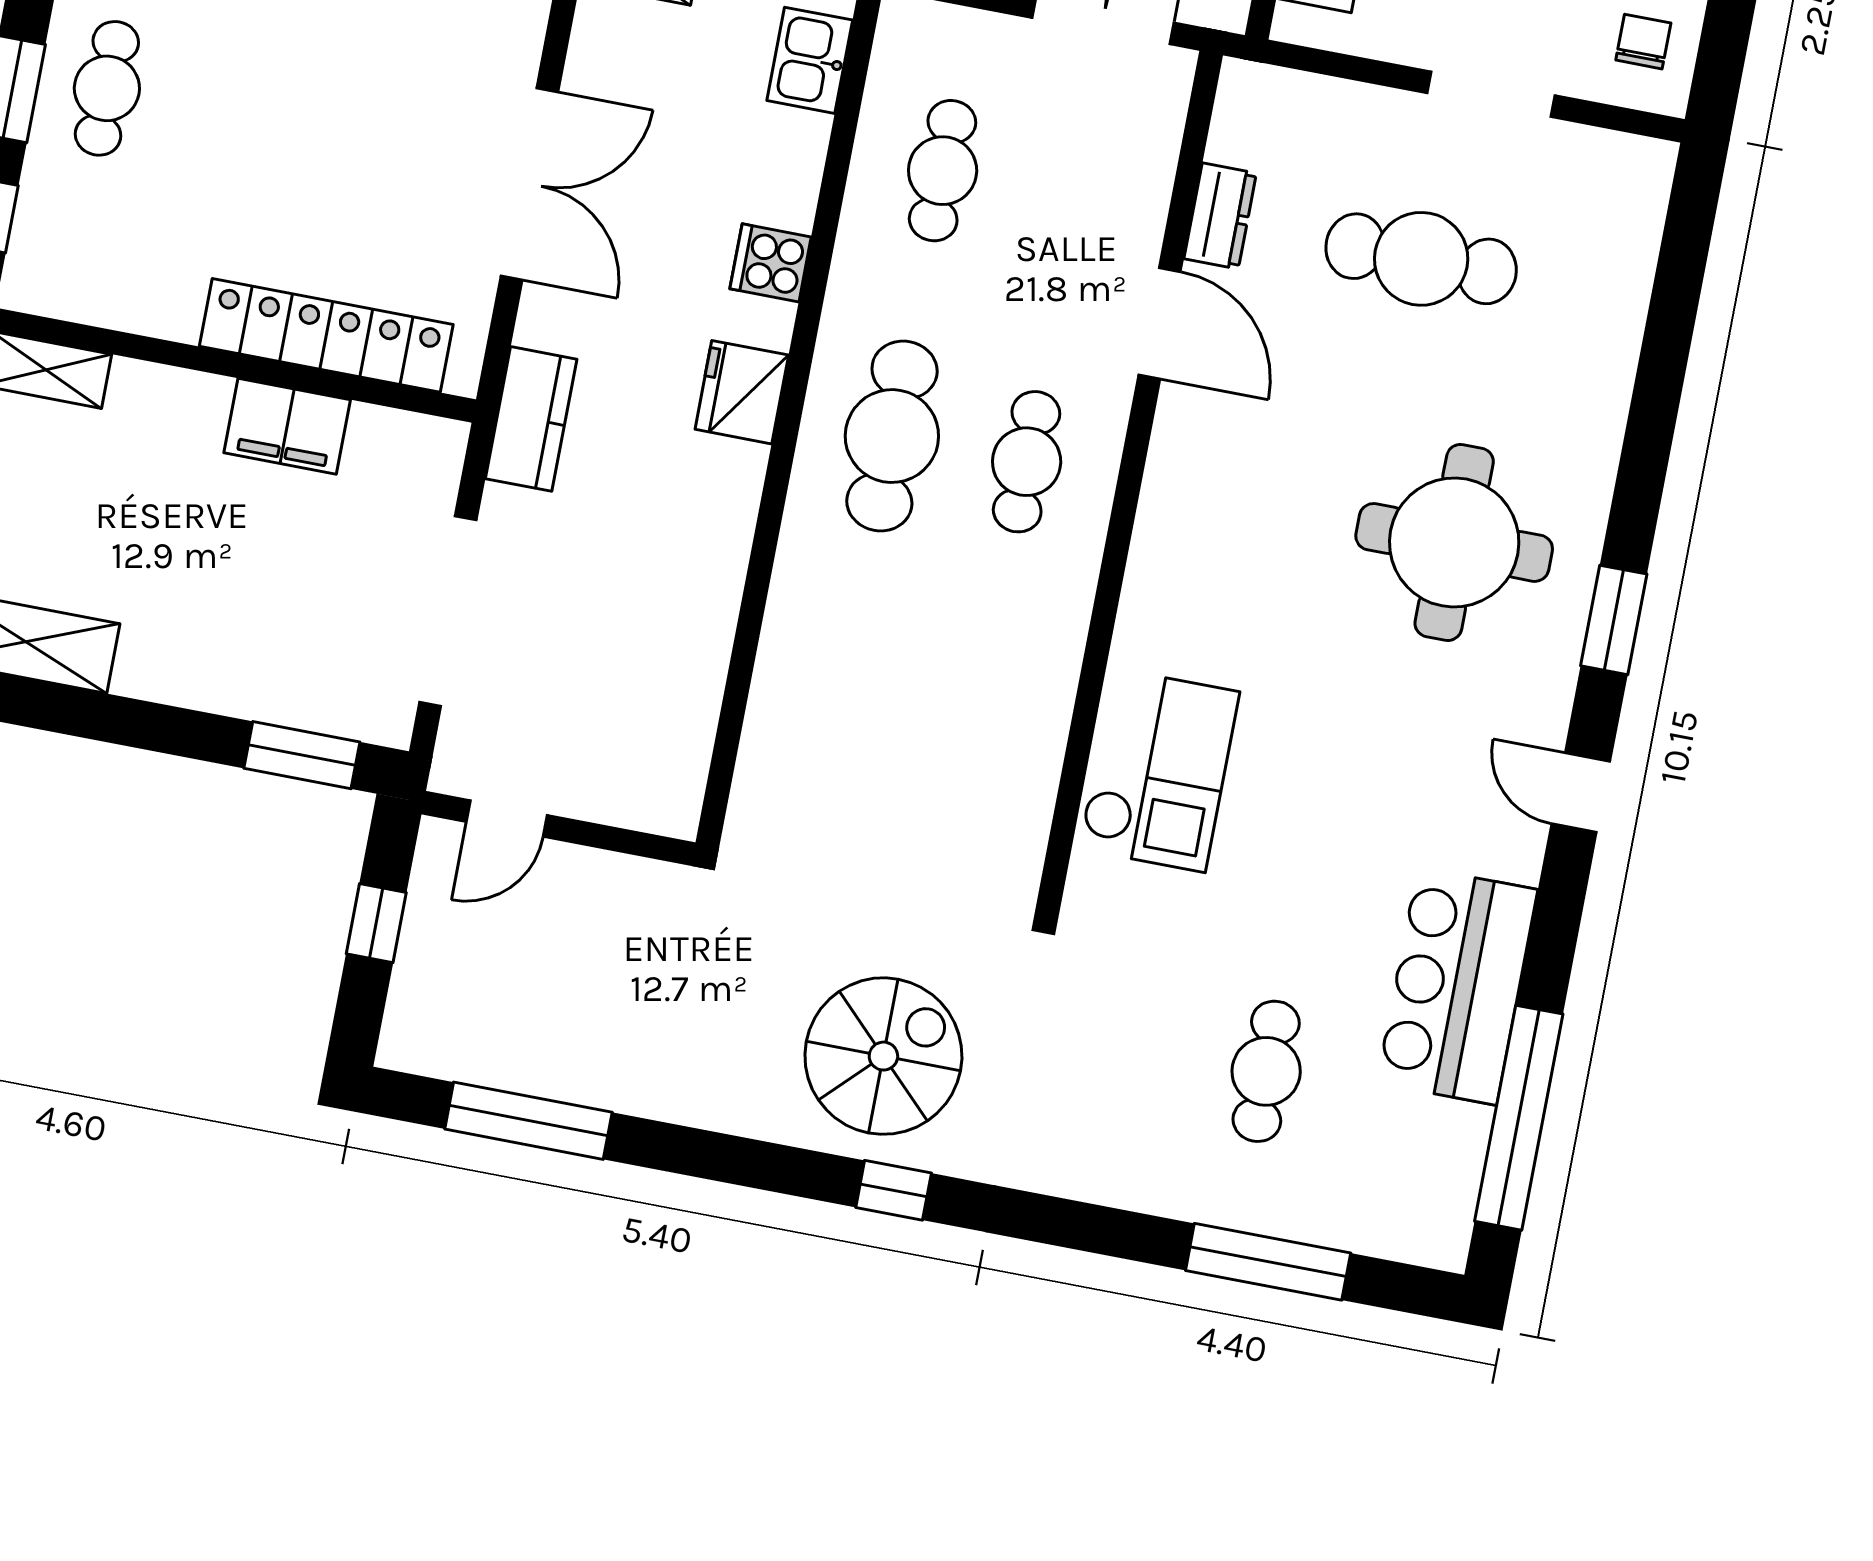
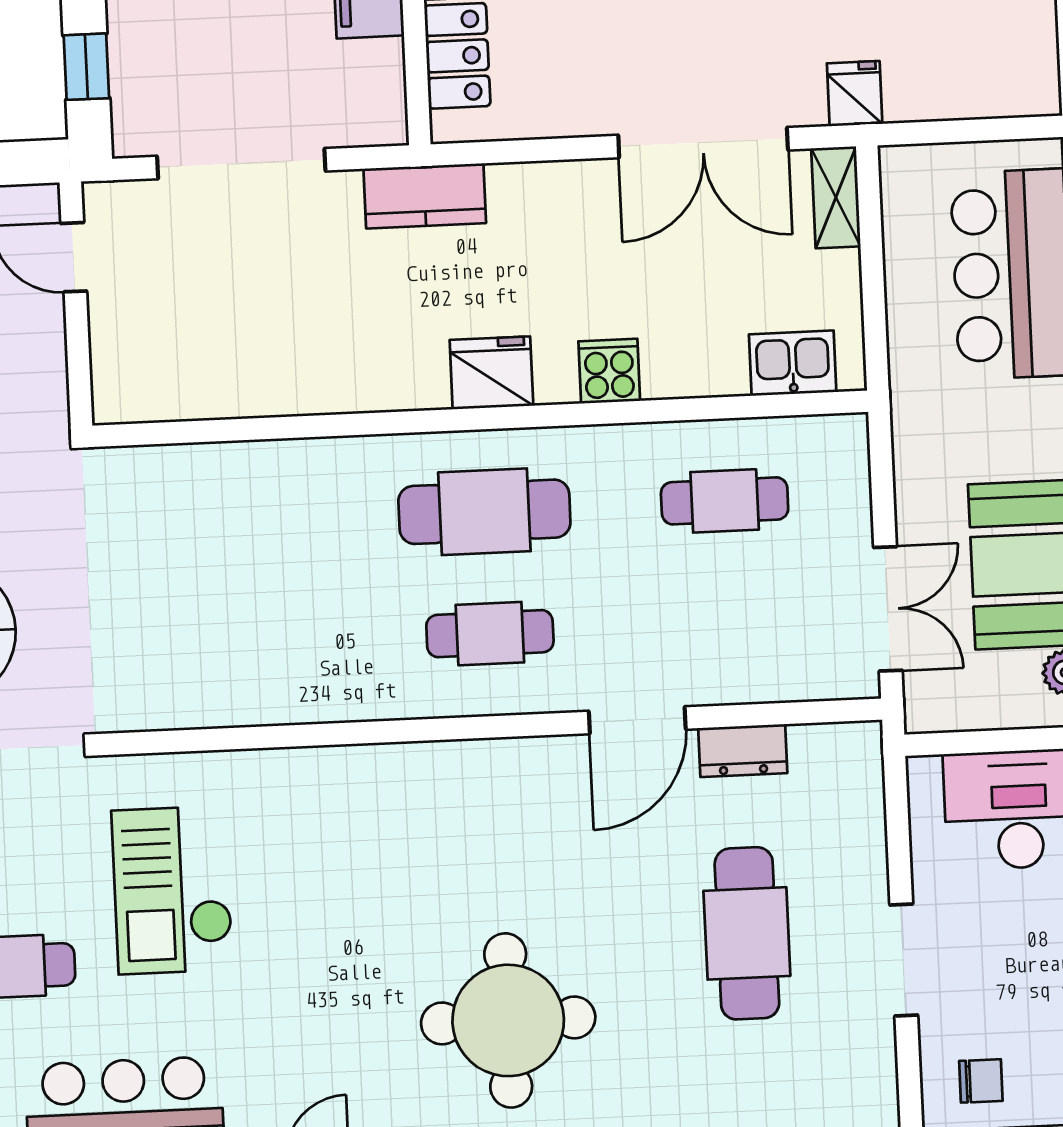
double door: (529, 184) -> (703, 143), moved
window: (302, 755) -> (86, 67), width x0.67
checkout: (1159, 770) -> (172, 890), moved, turned 90

